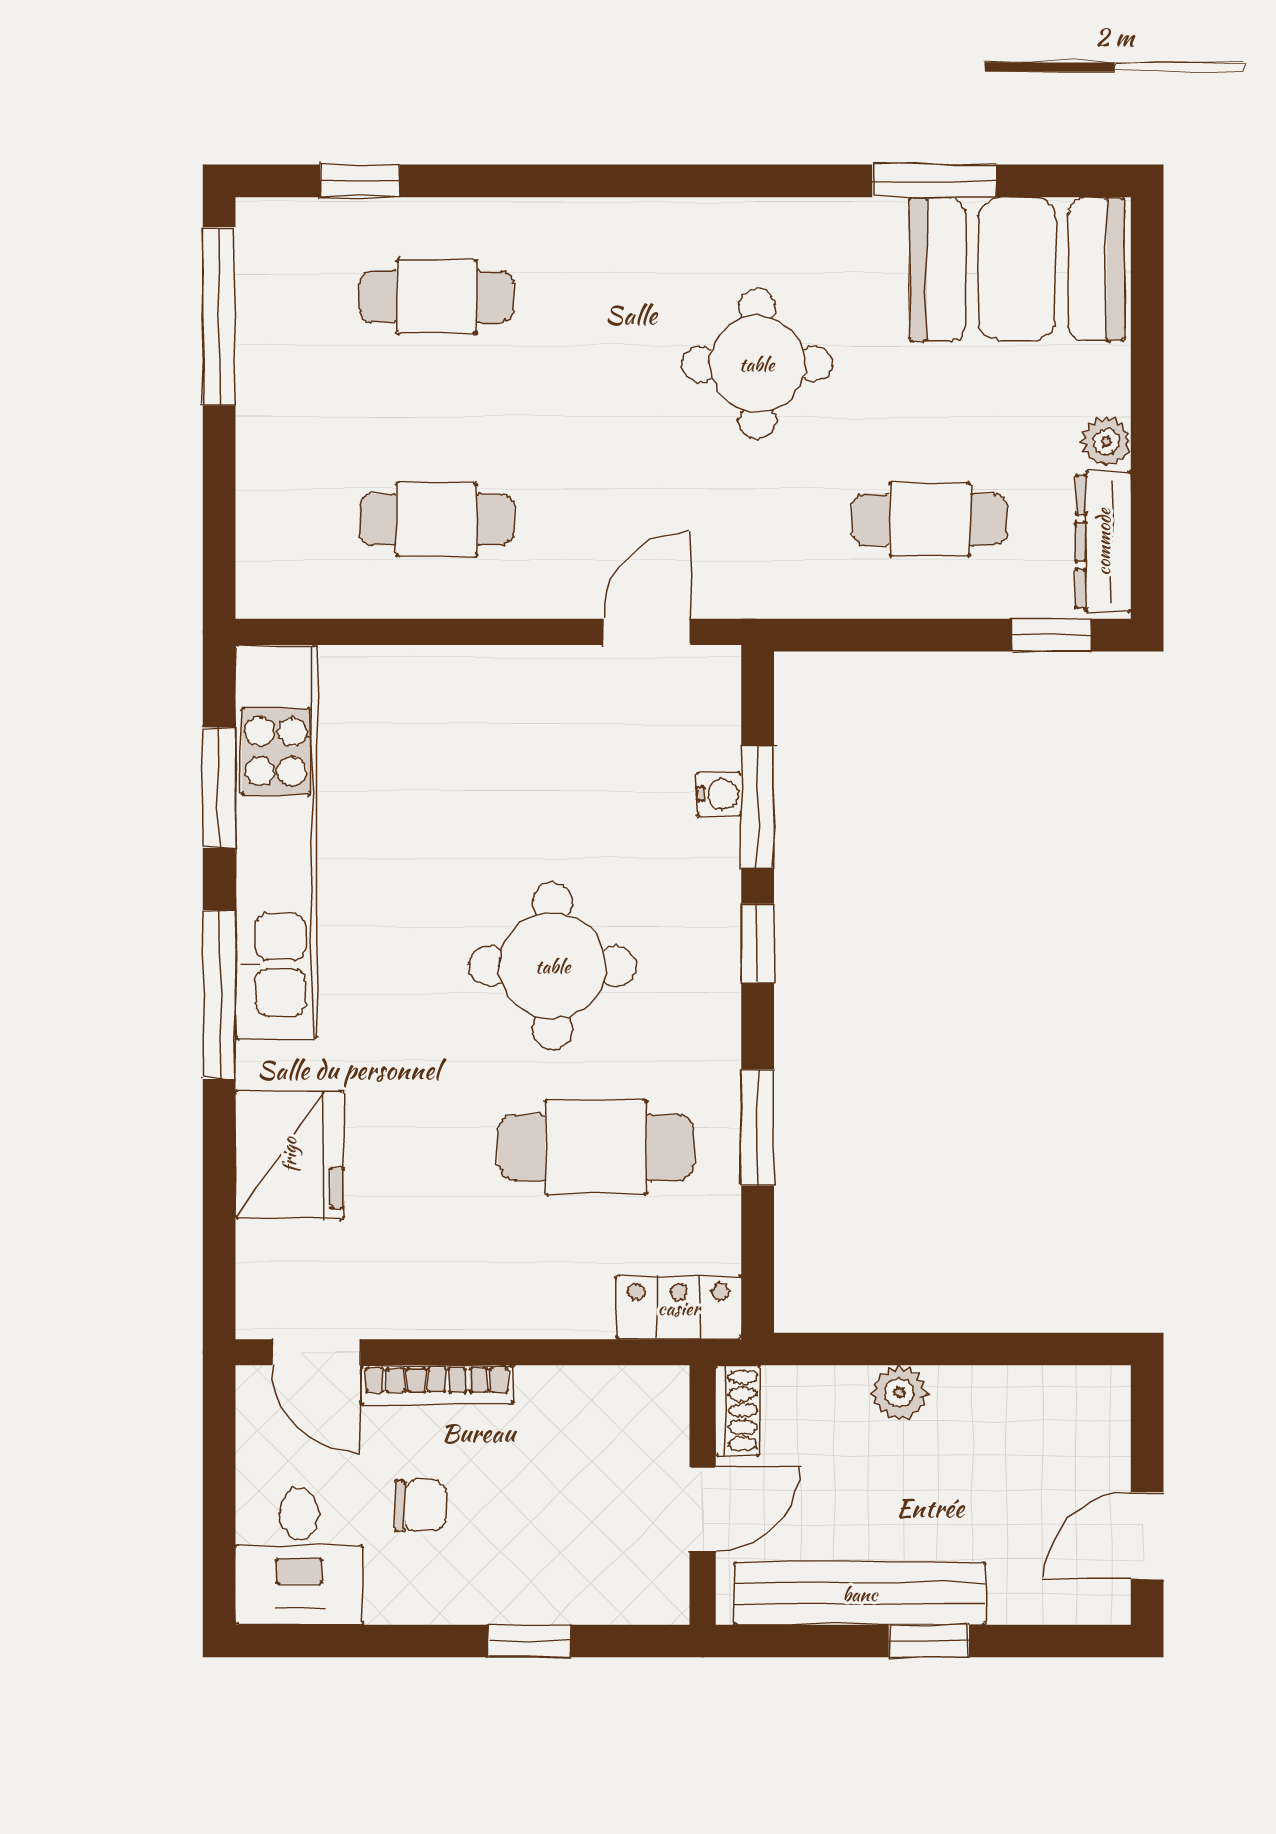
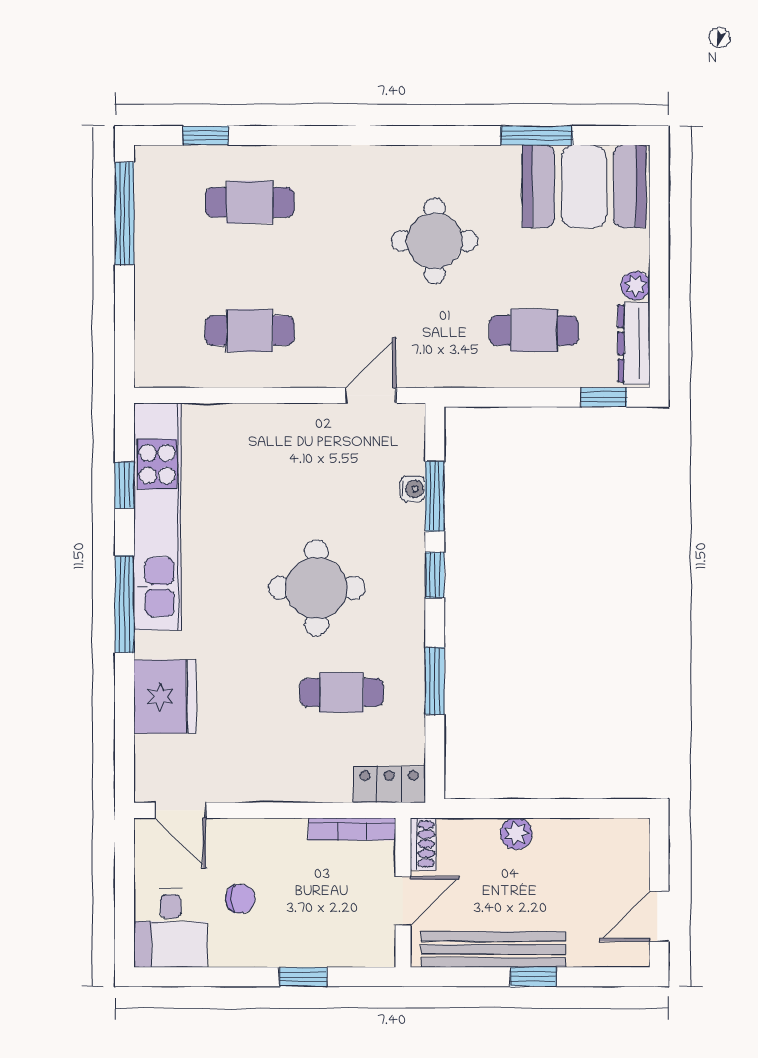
window: (219, 788) -> (124, 485), width x0.67
cafe table: (596, 1147) -> (342, 692), width x0.73, depth x0.74
bookcase: (437, 1385) -> (352, 829), moved

